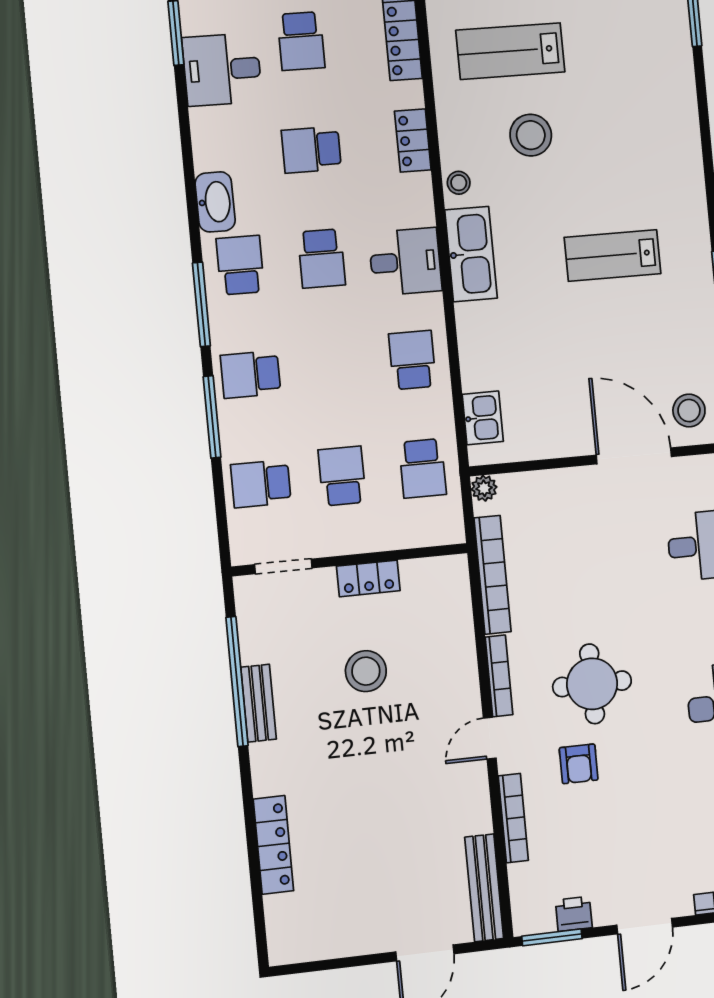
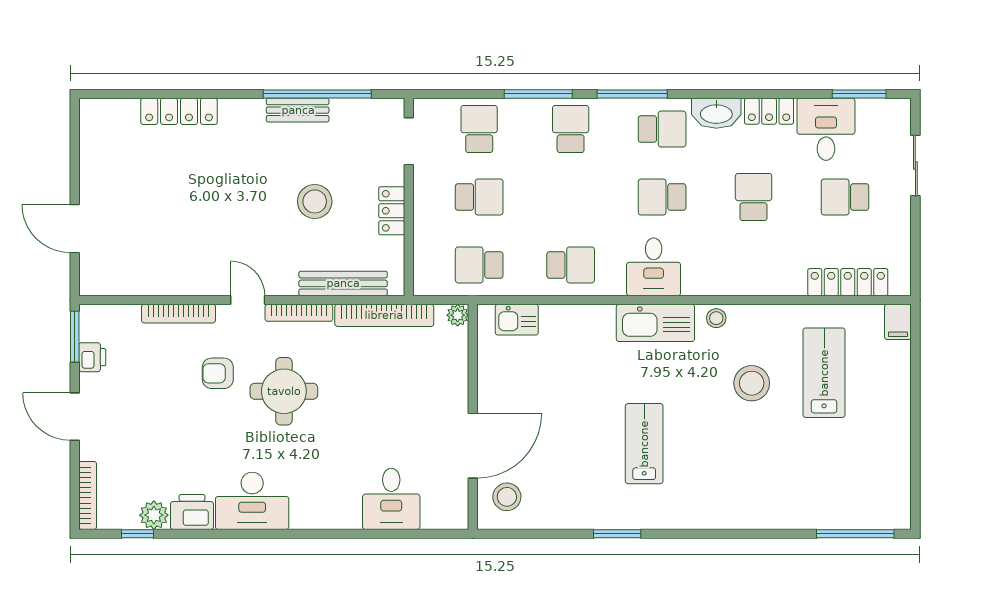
locker: (413, 140) -> (769, 111), moved, turned 180
bench: (484, 888) -> (343, 283), moved

